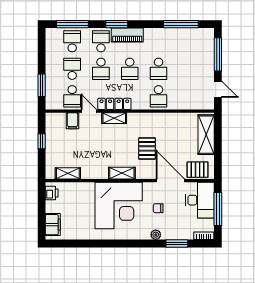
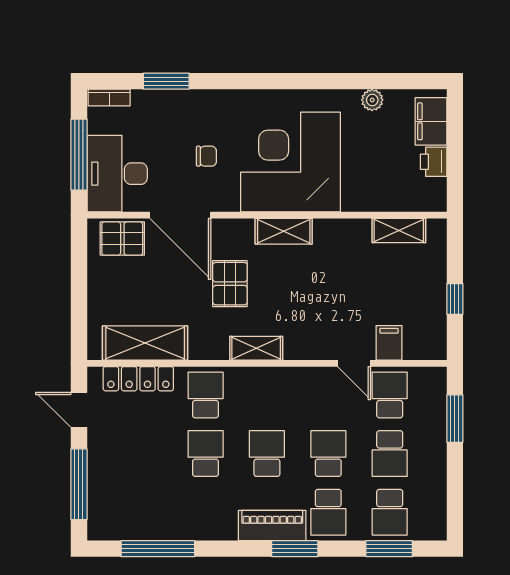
window: (72, 24) -> (389, 549), width x0.69
locker: (114, 104) -> (138, 379), moved
shelving: (114, 118) -> (256, 348), moved
shelving: (206, 135) -> (145, 343), moved, turned 90
printer: (52, 193) -> (434, 162), moved
plant: (156, 235) -> (372, 100), moved

